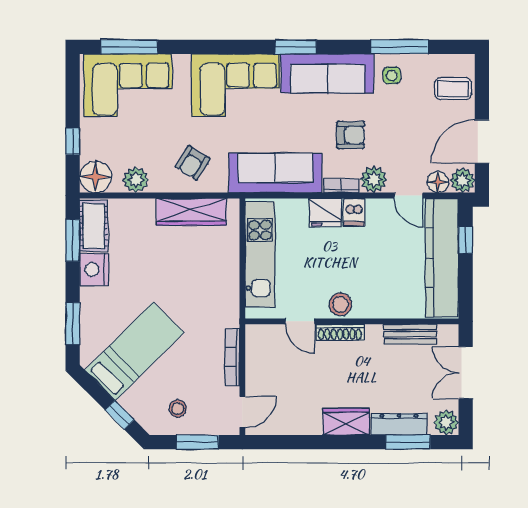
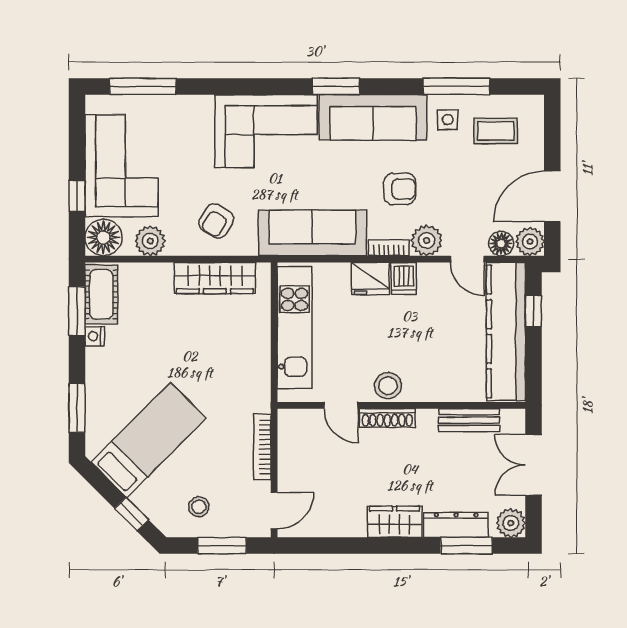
corner sofa: (128, 85) -> (122, 166), moved, turned -90
coffee table: (453, 89) -> (496, 131), moved
nightstand: (94, 269) -> (94, 336), width x0.53, depth x0.56

